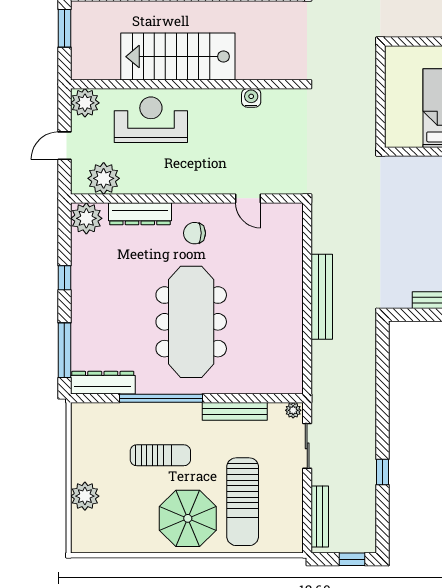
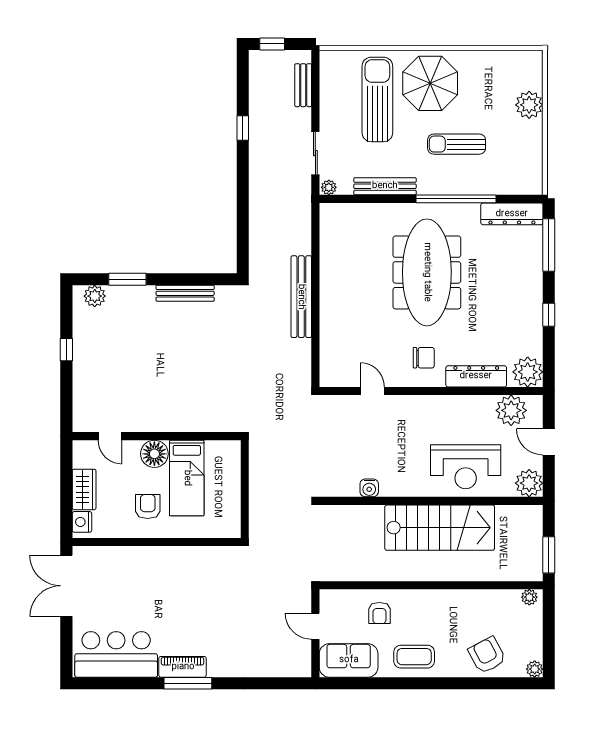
door: (64, 146) -> (549, 442), swing flipped
bench: (320, 517) -> (303, 85), width x0.73

